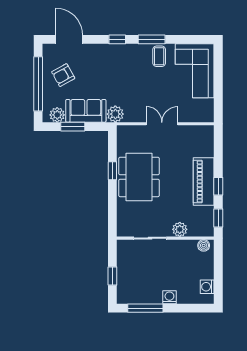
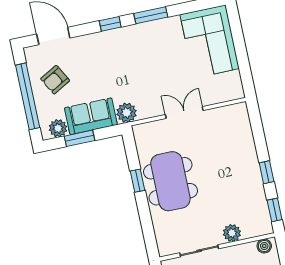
coffee table: (159, 56) -> (164, 33), removed
piano: (204, 182) -> (248, 170), removed

